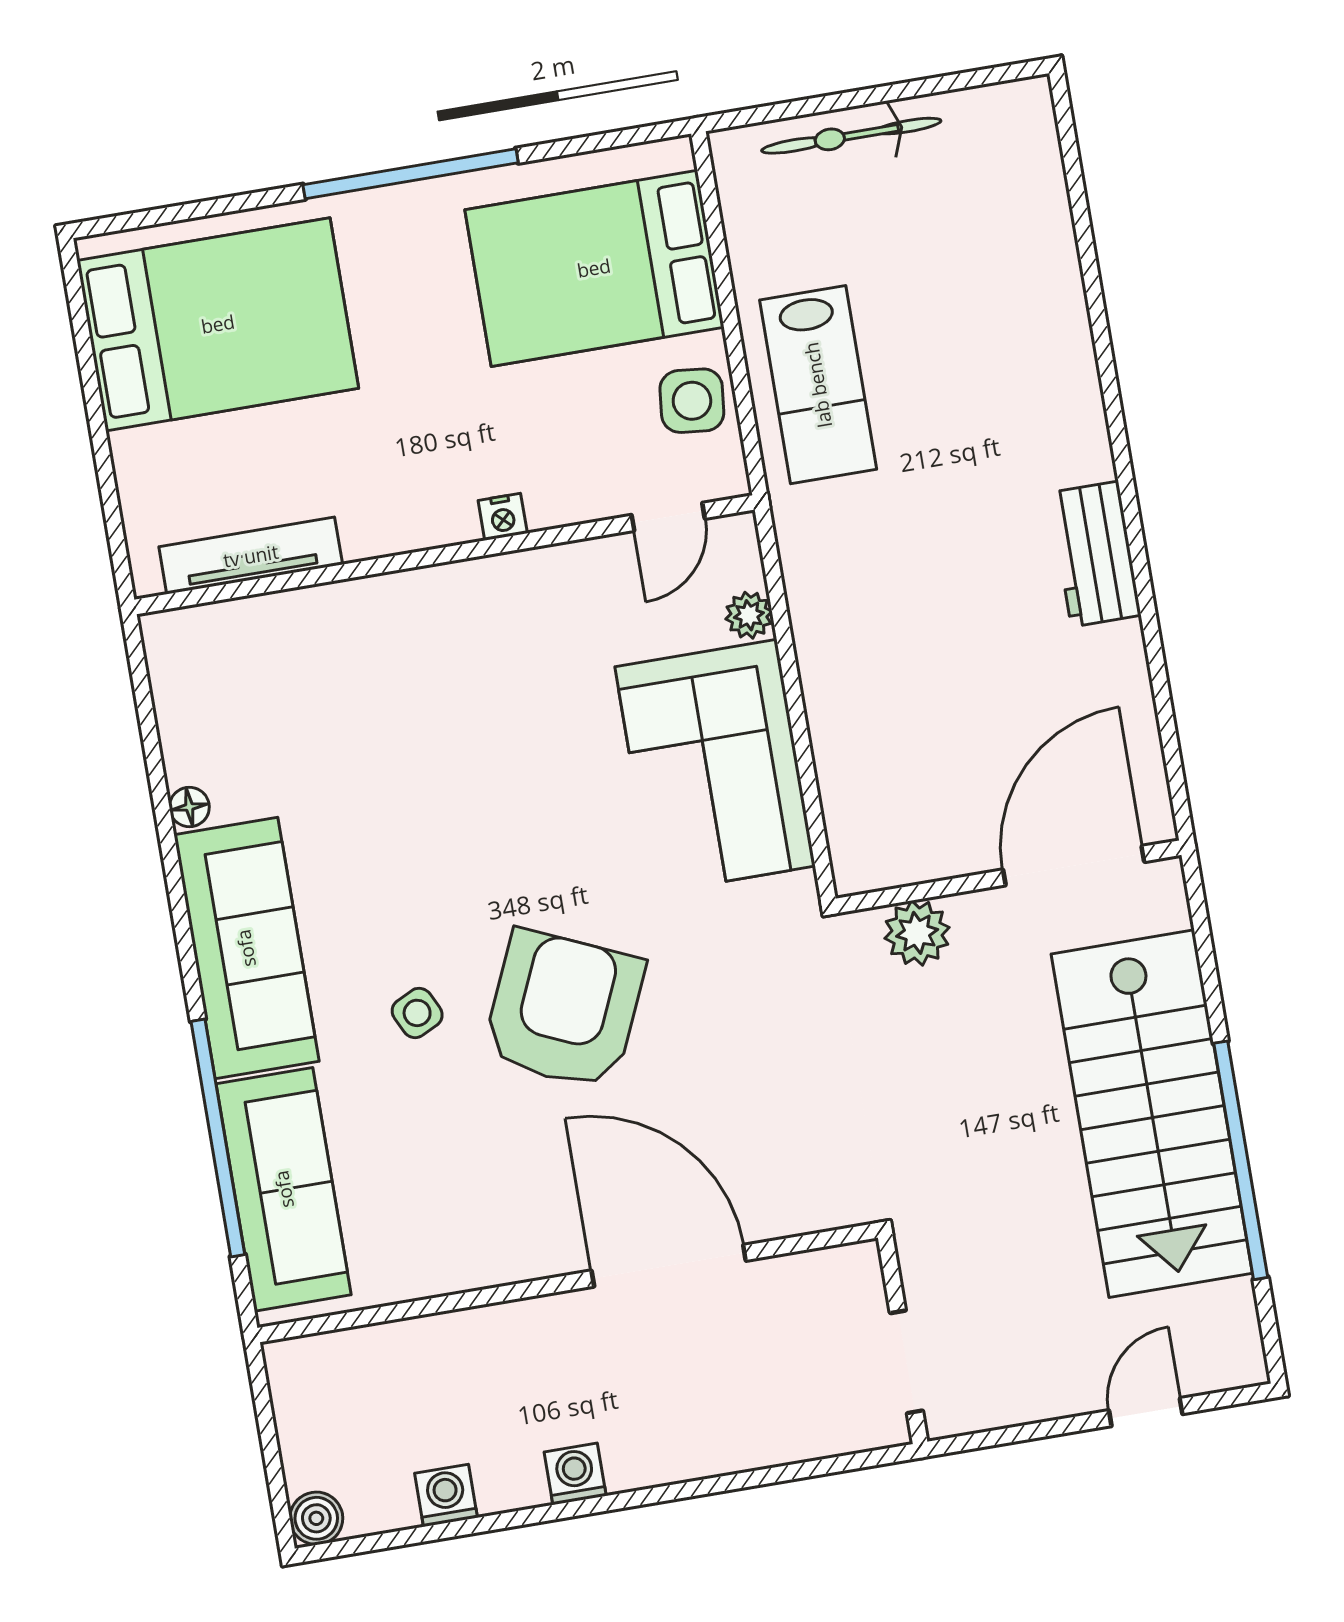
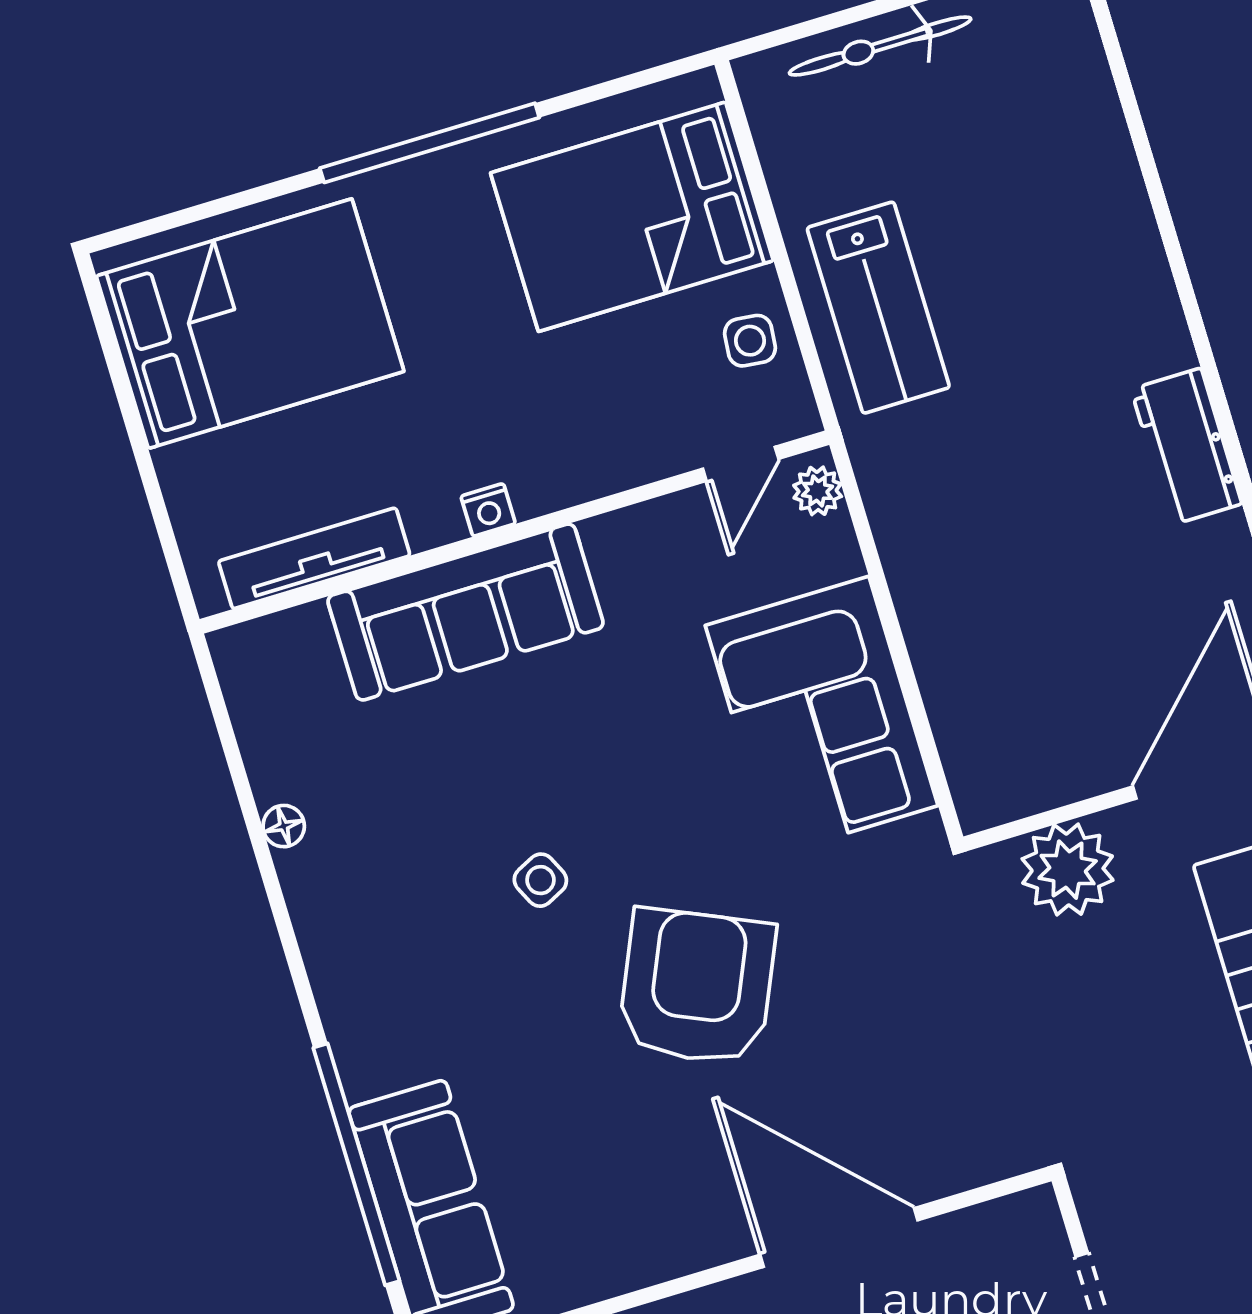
side table: (692, 401) -> (750, 341), width x0.73, depth x0.73
nightstand: (503, 517) -> (488, 510), moved
plant: (749, 615) -> (818, 491), moved
plant: (917, 933) -> (1068, 870), width x1.36, depth x1.36
sofa: (246, 948) -> (466, 612), moved, turned 90
side table: (417, 1013) -> (540, 880), moved

